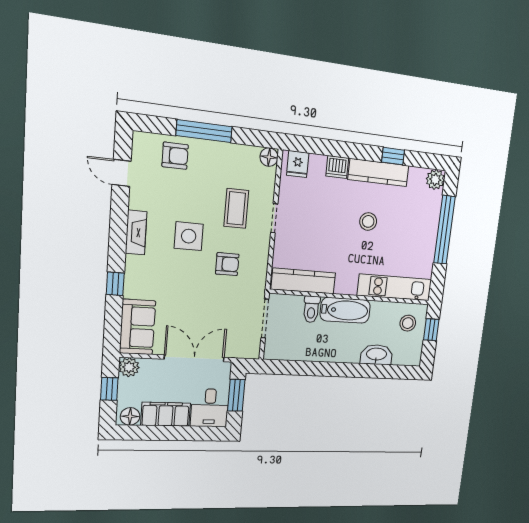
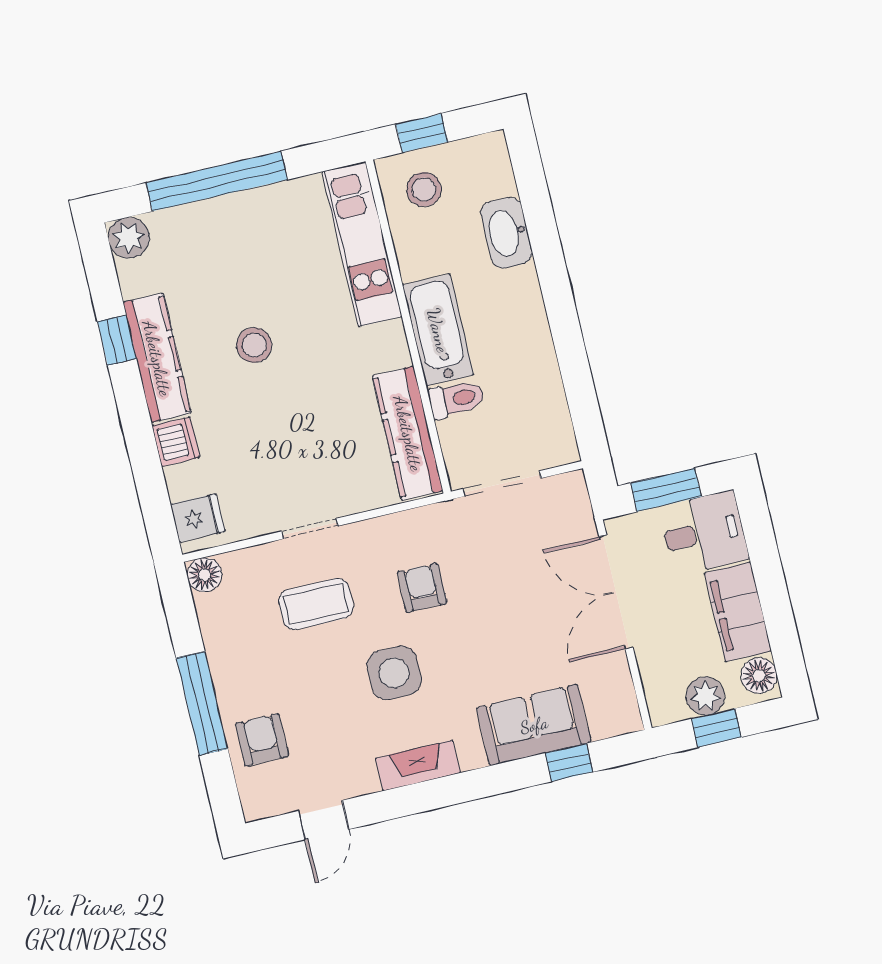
window: (115, 284) -> (569, 762), moved
sofa: (138, 327) -> (534, 725), moved
plant: (129, 367) -> (705, 696), moved

